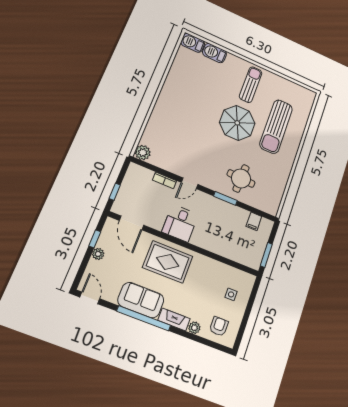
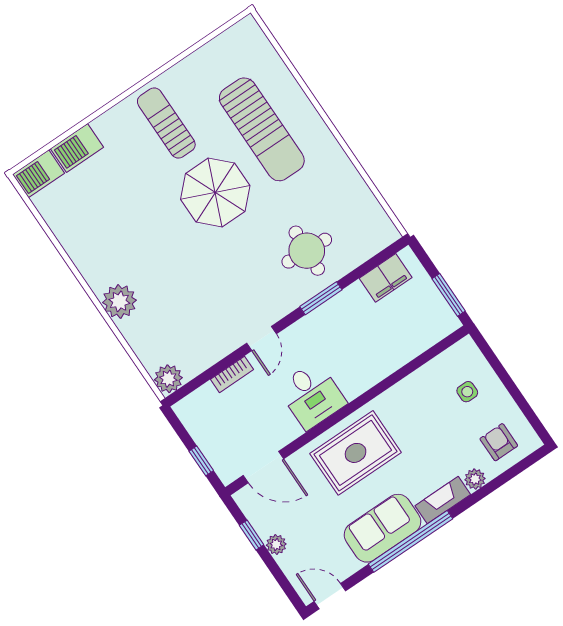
plant: (162, 110) -> (119, 301), added
filing cabinet: (254, 221) -> (386, 278), width x2.00

